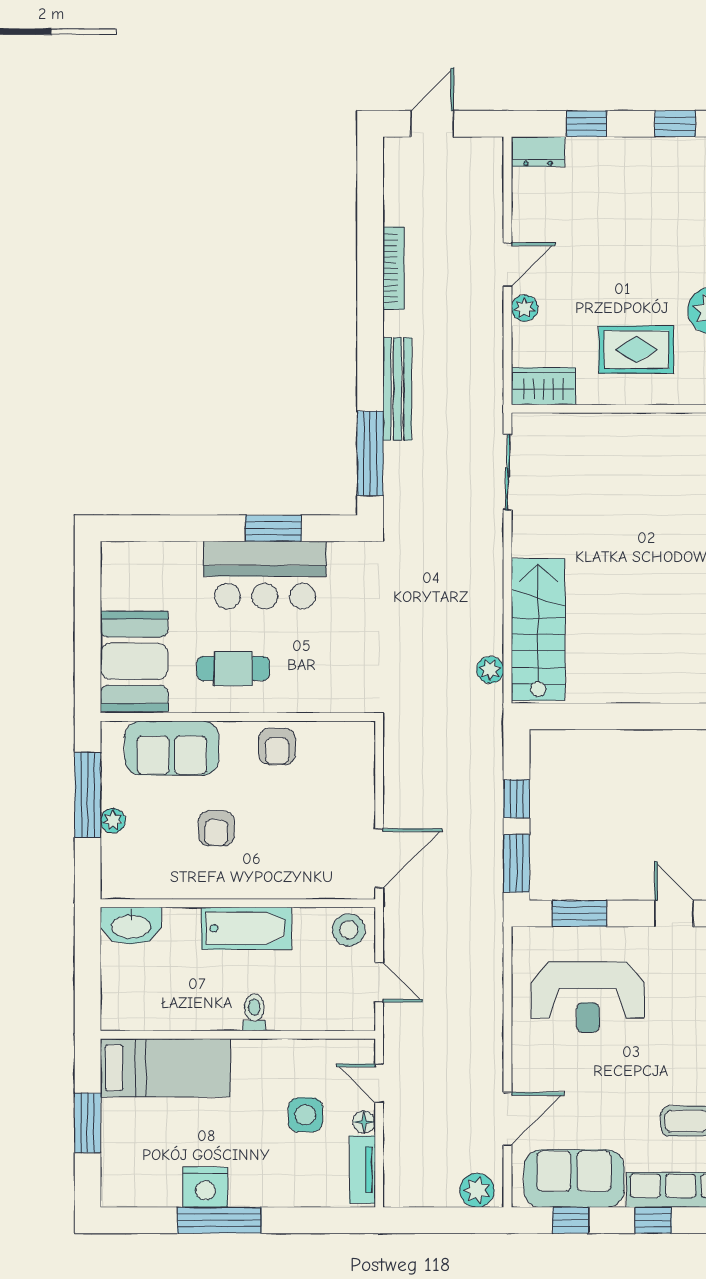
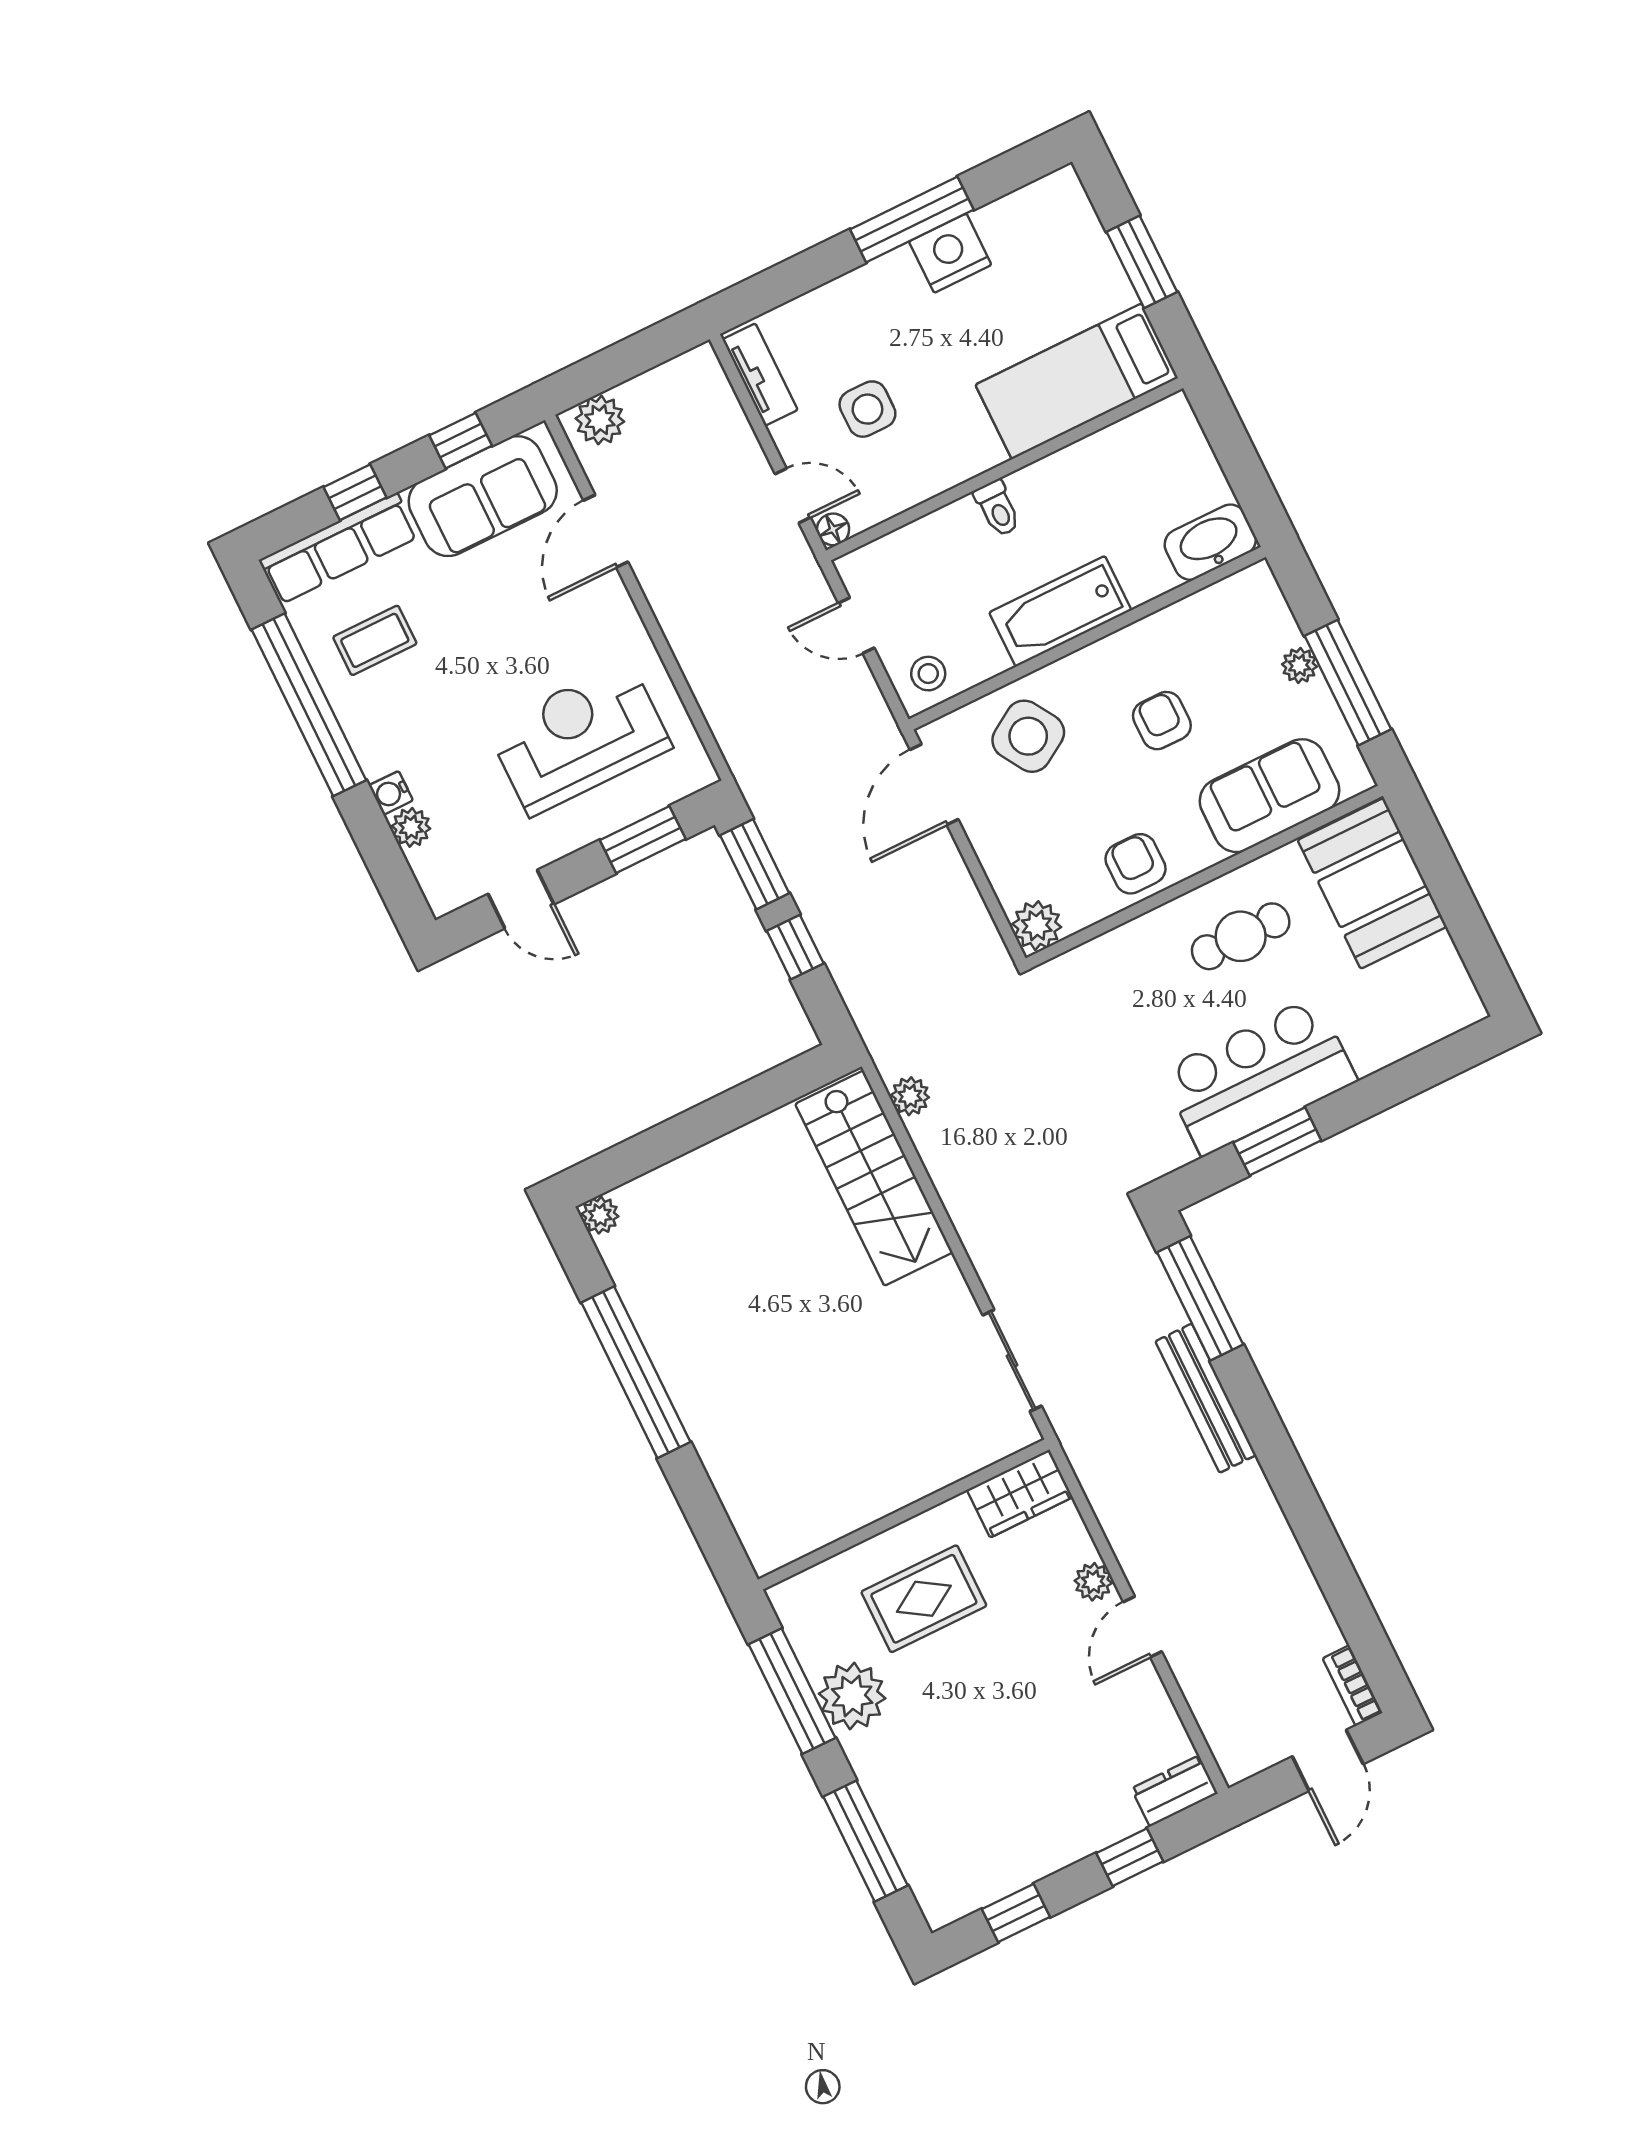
bookcase: (394, 268) -> (1353, 1686), moved, width x0.64
plant: (358, 738) -> (1037, 926), added
side table: (305, 860) -> (1028, 736), added
stool: (349, 930) -> (928, 674), width x0.73, depth x0.73
floor lamp: (364, 1122) -> (833, 529), moved

